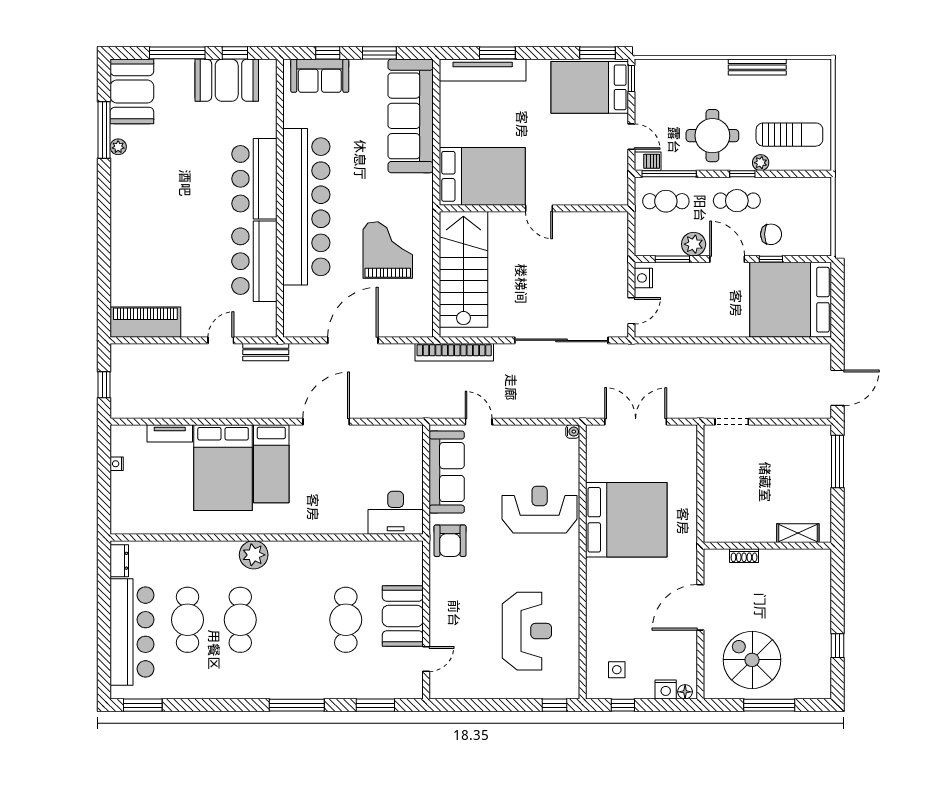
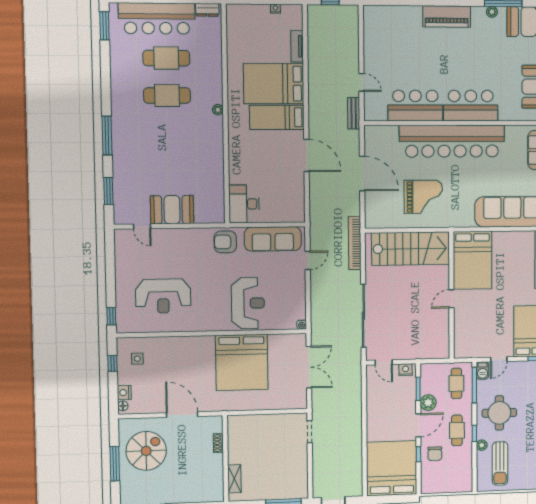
piano: (145, 322) -> (447, 16), moved, turned 90
plant: (254, 555) -> (218, 110), width x0.53, depth x0.53
cafe table: (346, 620) -> (169, 170), removed

